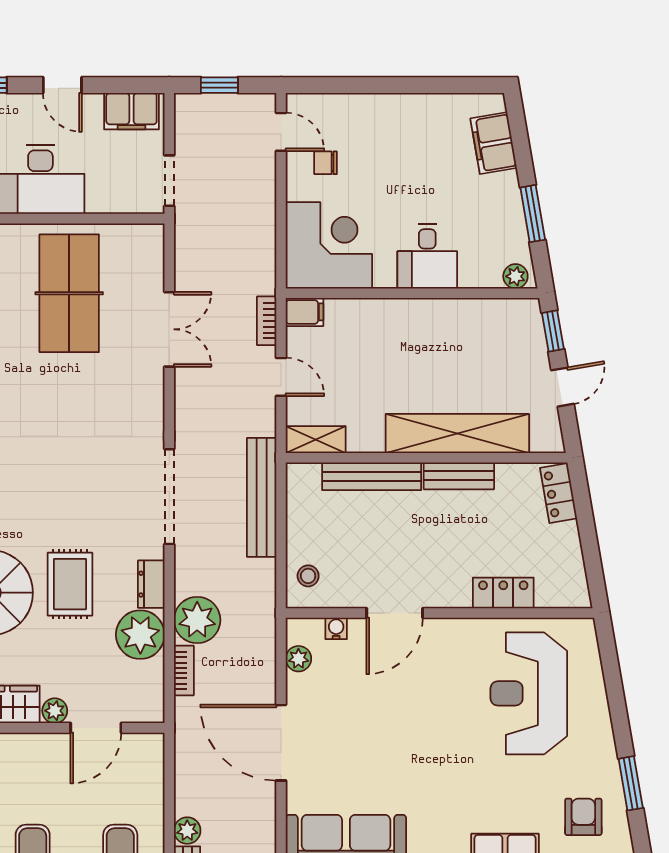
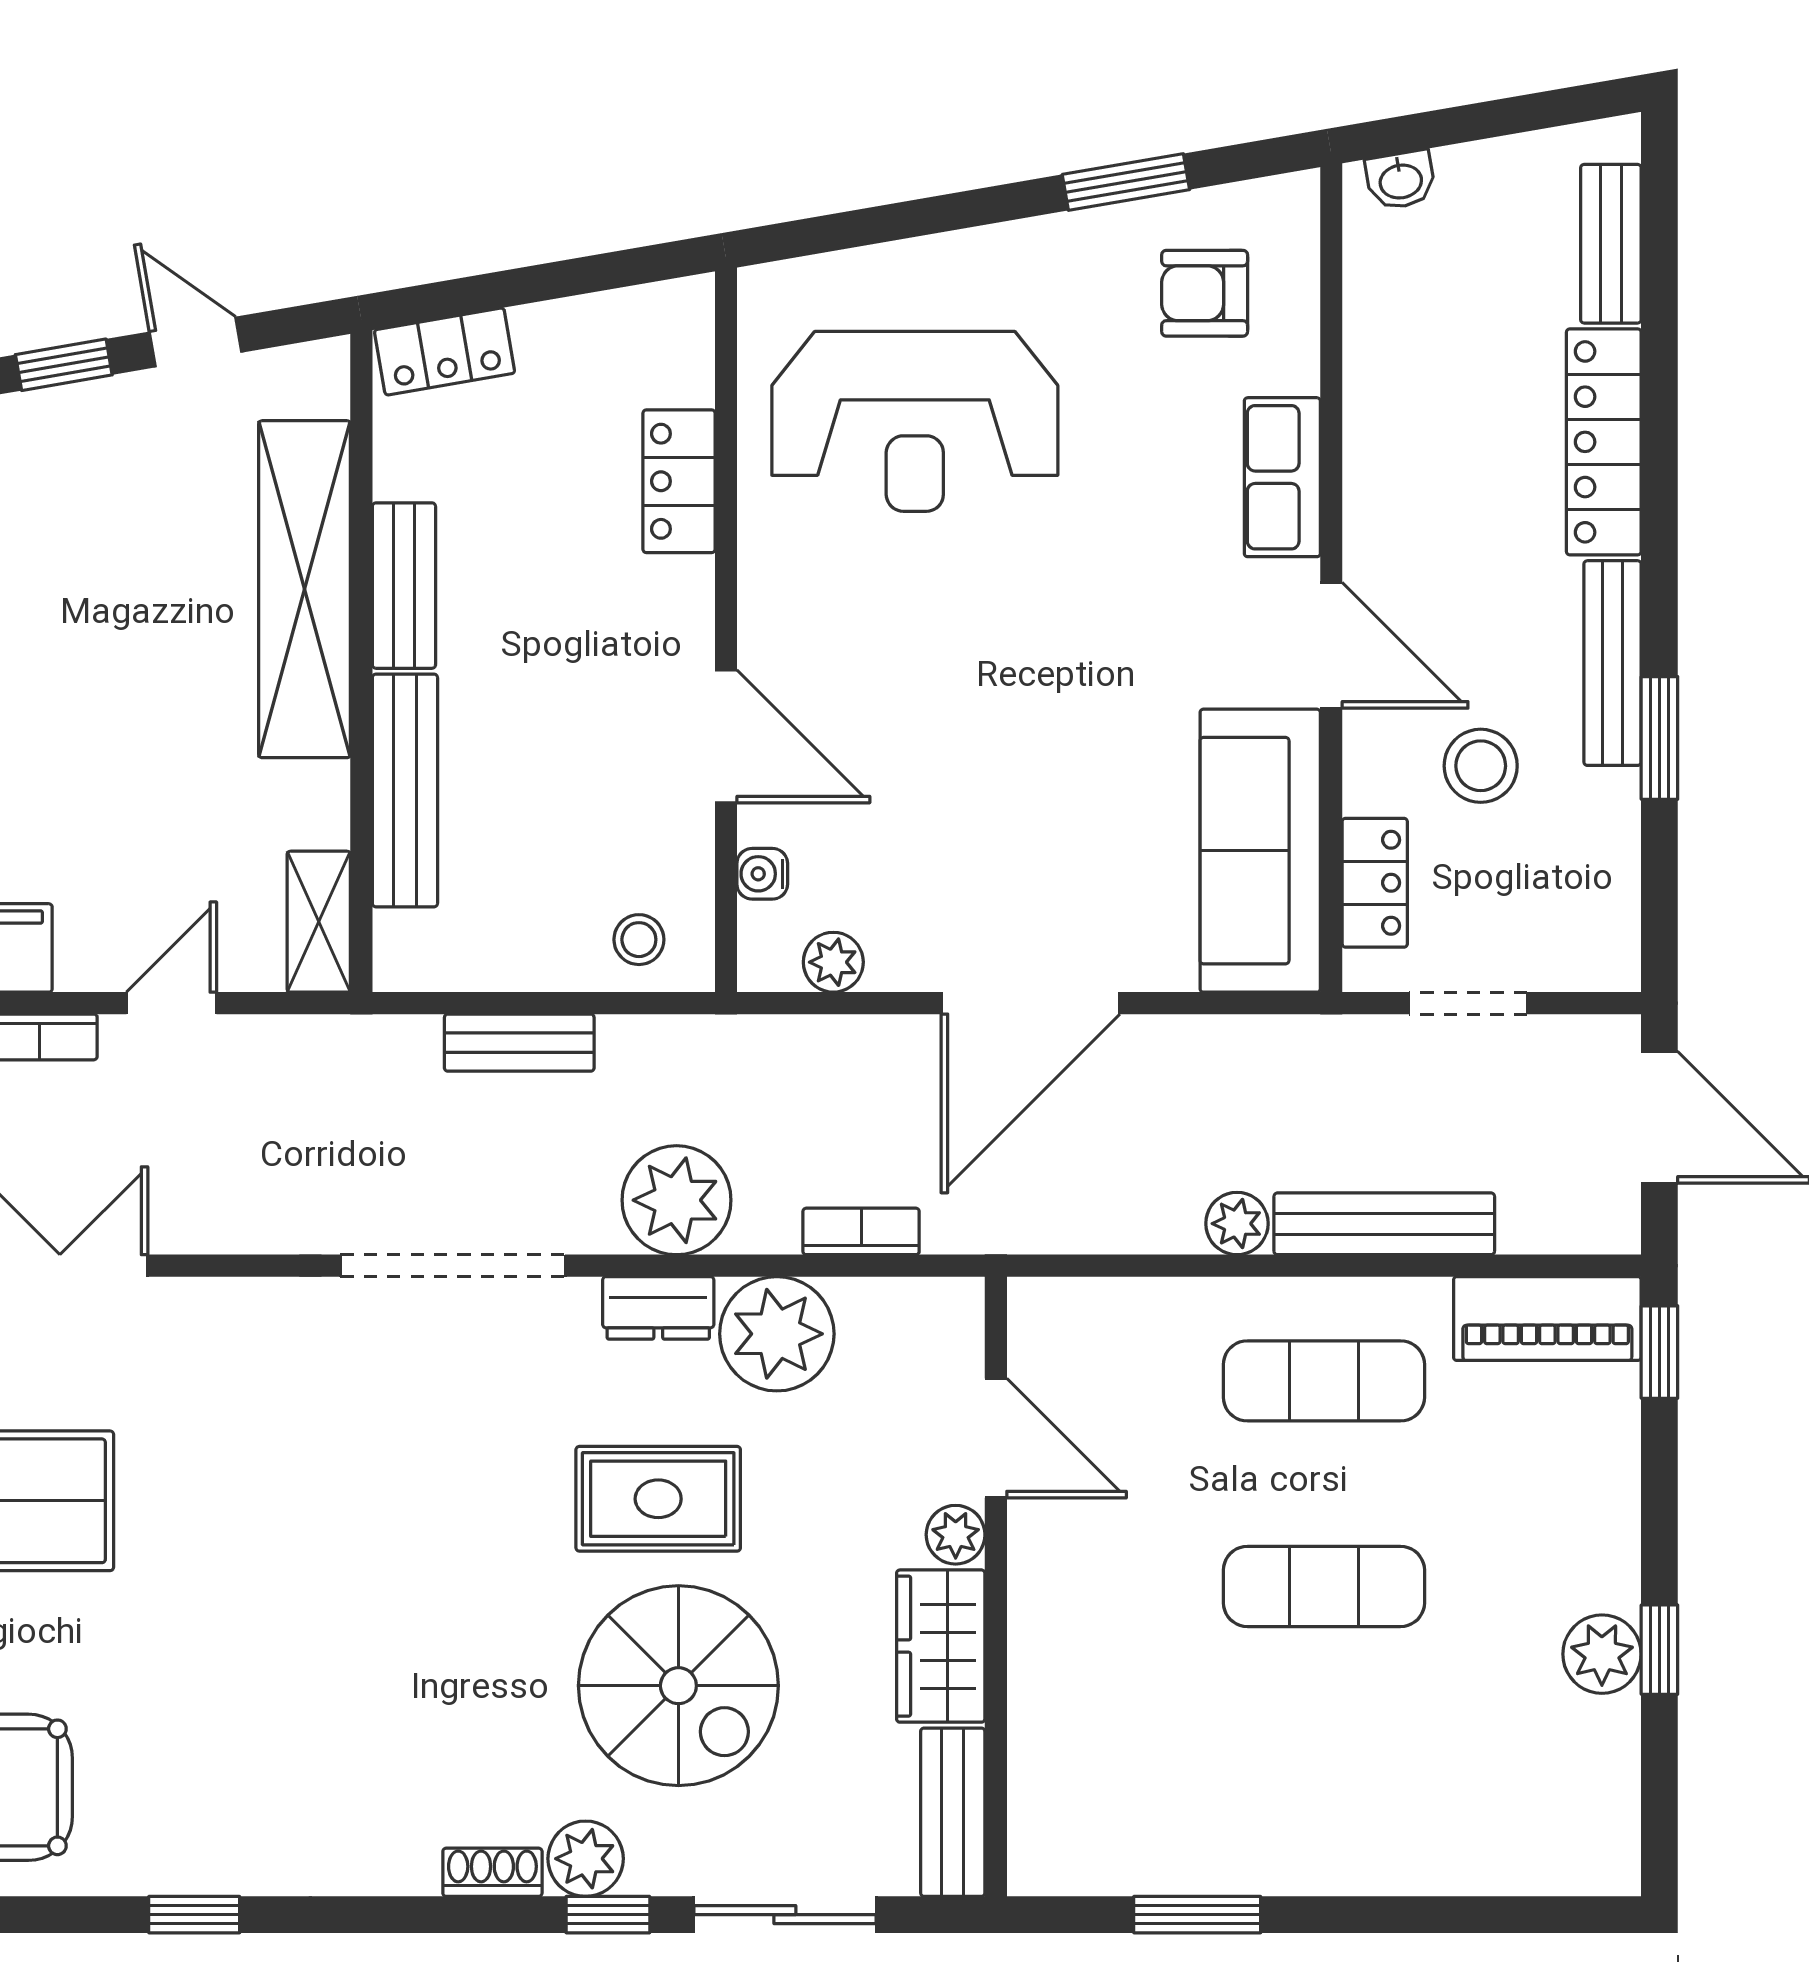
bench: (262, 497) -> (519, 1043), width x0.54, depth x0.82
plant: (197, 620) -> (677, 1200), moved

